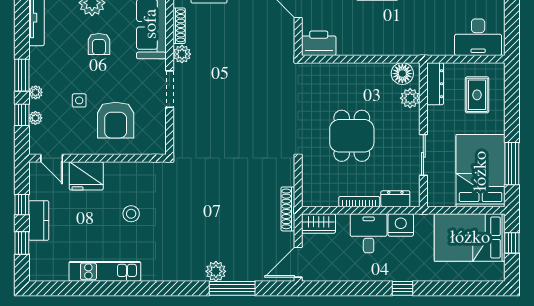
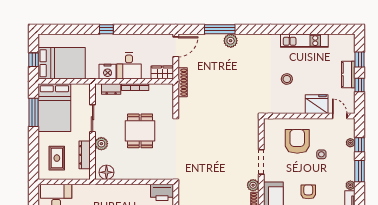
dresser: (435, 84) -> (85, 155), moved
plant: (36, 92) -> (350, 185), moved
plant: (410, 98) -> (101, 144), moved

